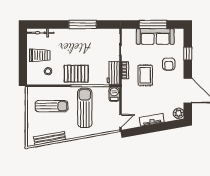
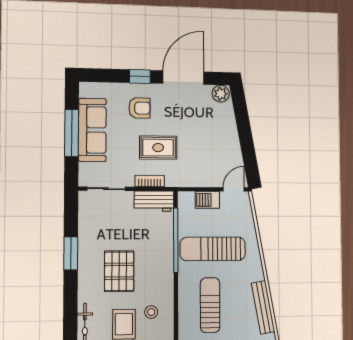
window: (83, 24) -> (71, 253), width x0.69
window: (188, 54) -> (140, 76), moved
pallet: (76, 74) -> (119, 271), moved
barbecue: (114, 94) -> (207, 200), moved
tv unit: (152, 120) -> (232, 138), removed
door: (120, 121) -> (234, 189), hinge flipped

